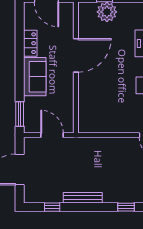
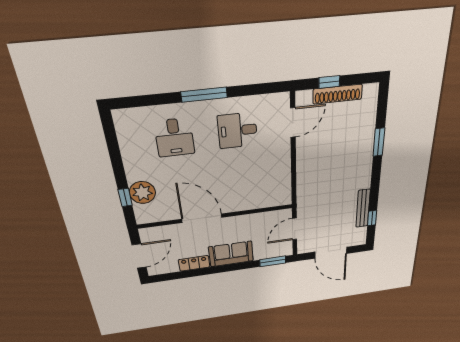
bench: (83, 198) -> (363, 208), moved
window: (126, 207) -> (379, 142), width x1.50

